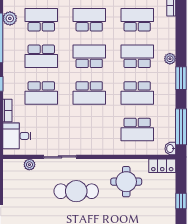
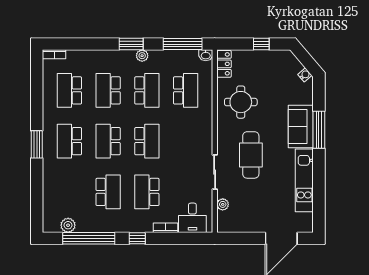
school desk: (41, 20) -> (69, 192), removed
plant: (170, 59) -> (142, 56), moved
school desk: (41, 93) -> (147, 192), turned 180

